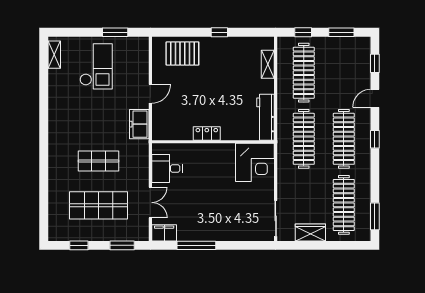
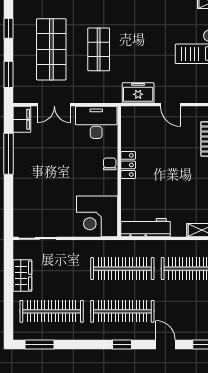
chair: (206, 151) -> (110, 164), added
desk: (167, 169) -> (96, 122), width x1.37

